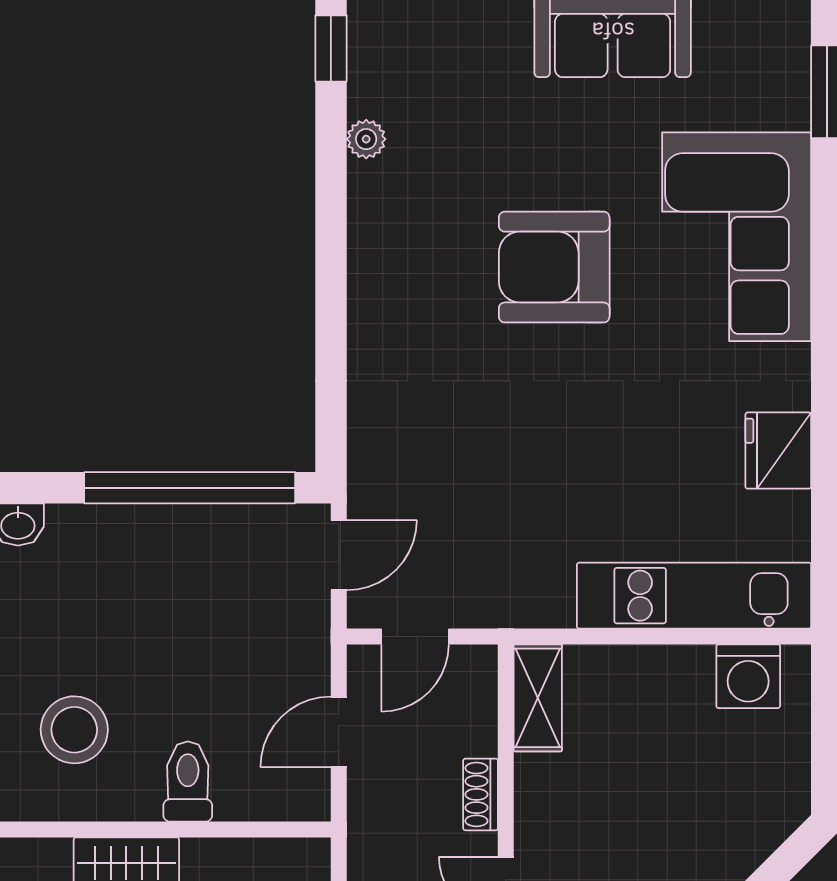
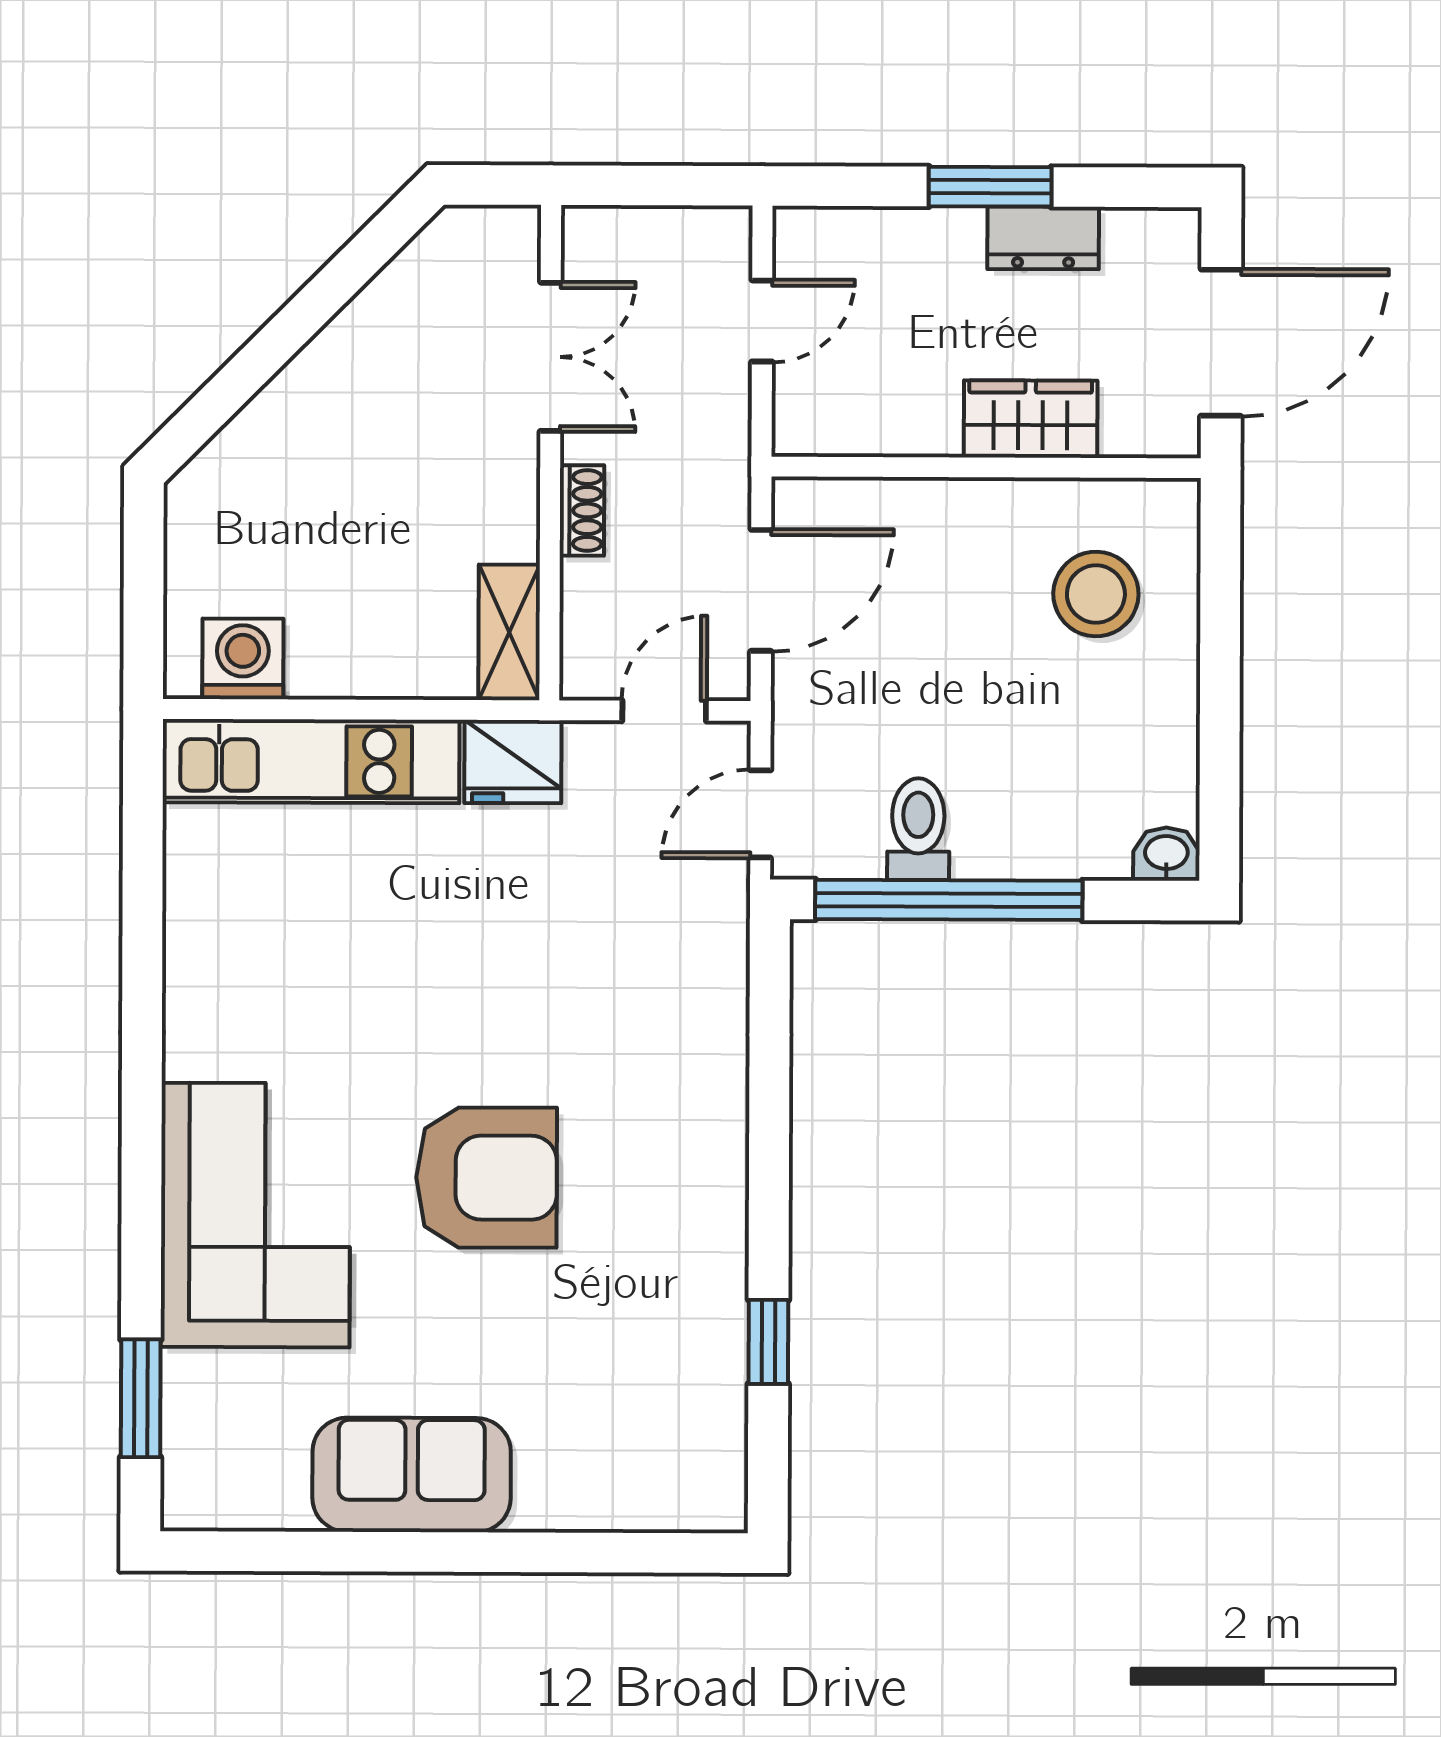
window: (331, 48) -> (768, 1342), moved
plant: (366, 139) -> (724, 1340), removed
fridge: (778, 451) -> (513, 762), moved, turned 90
door: (339, 732) -> (761, 590), width x1.38
toilet: (188, 782) -> (918, 829), moved, turned 180

